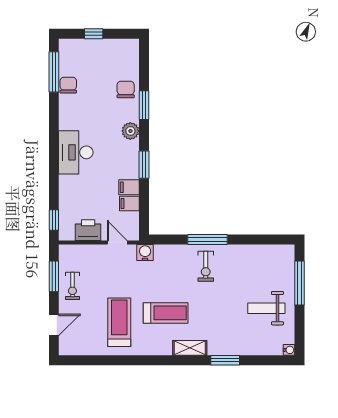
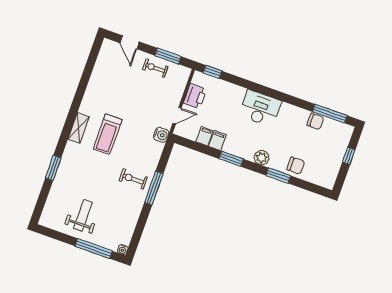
treadmill: (119, 322) -> (113, 95), removed
shelving: (190, 348) -> (79, 128), moved
water cooler: (289, 350) -> (123, 250), moved

